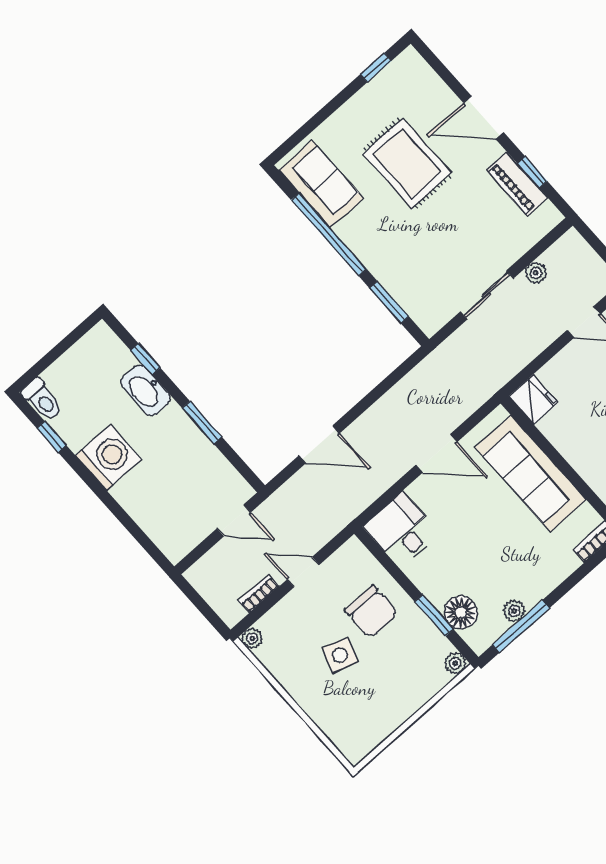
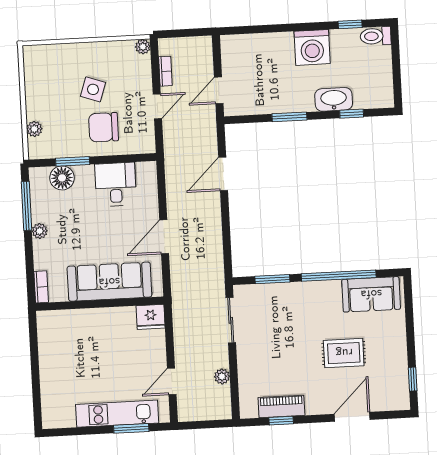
door: (483, 118) -> (352, 417), moved
rug: (407, 163) -> (344, 353), width x0.73, depth x0.70
sliding door: (487, 295) -> (231, 320), moved
desk: (402, 530) -> (116, 184), moved, turned -90
plant: (514, 611) -> (40, 231), moved
plant: (455, 663) -> (34, 129), moved

